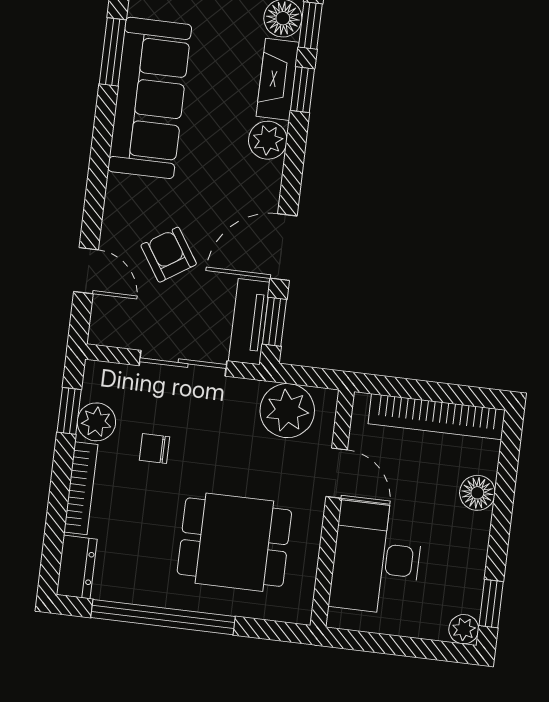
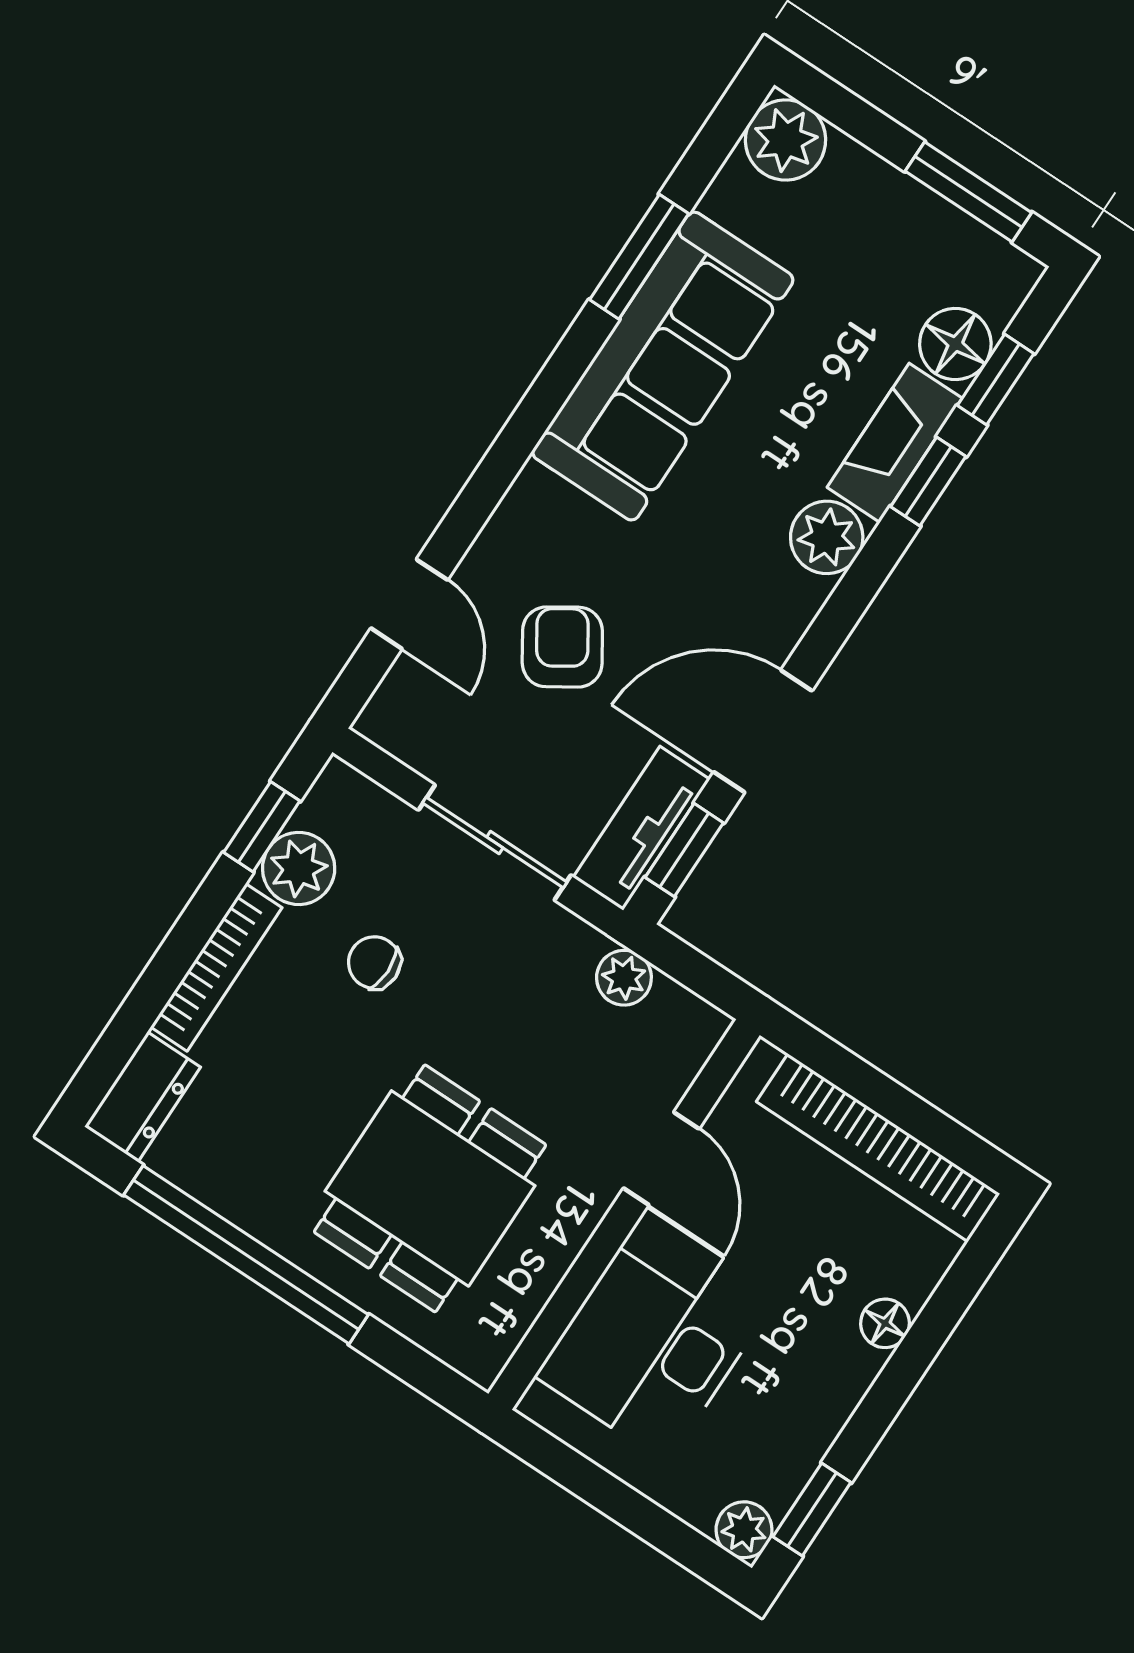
plant: (287, 411) -> (624, 978), width x0.53, depth x0.53
floor lamp: (477, 493) -> (885, 1323), width x0.73, depth x0.73
dining table: (234, 542) -> (430, 1188), turned 90

